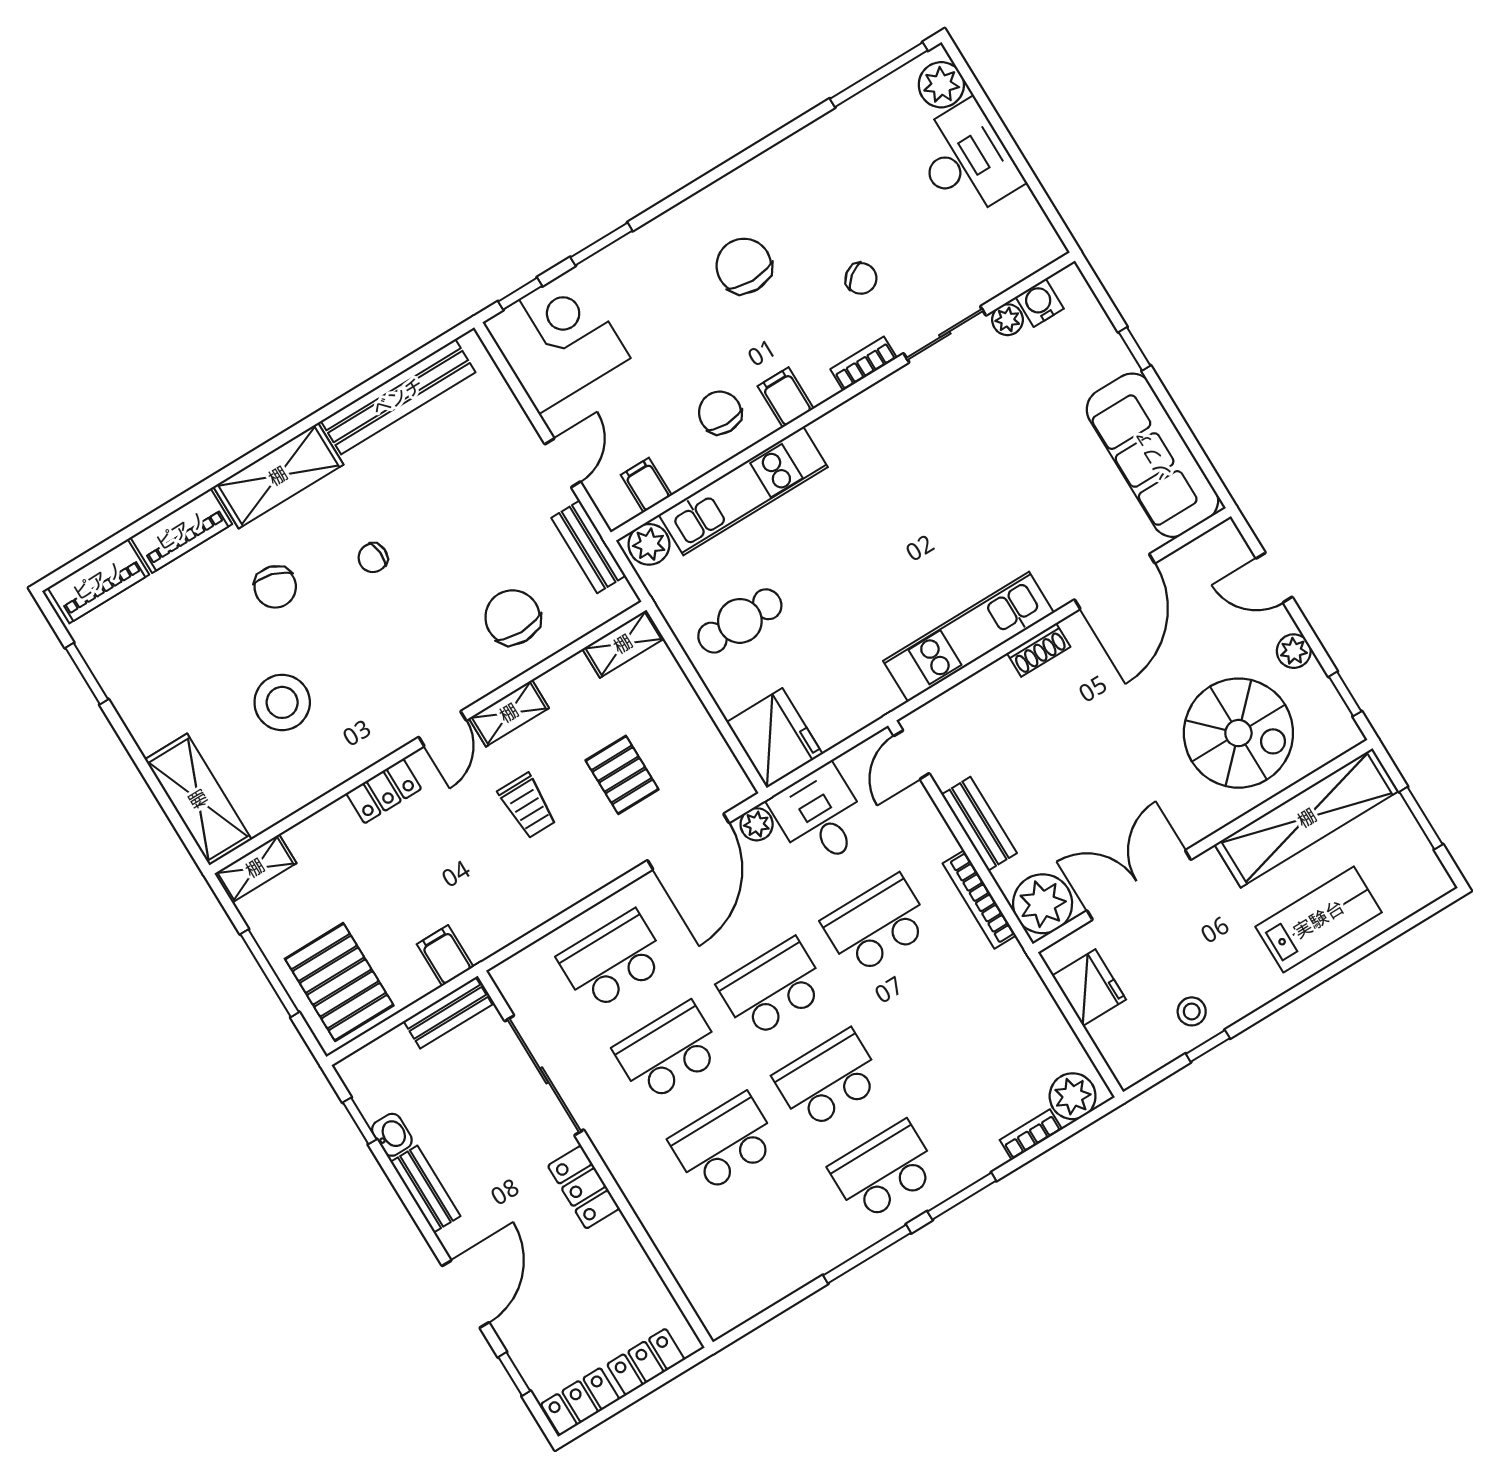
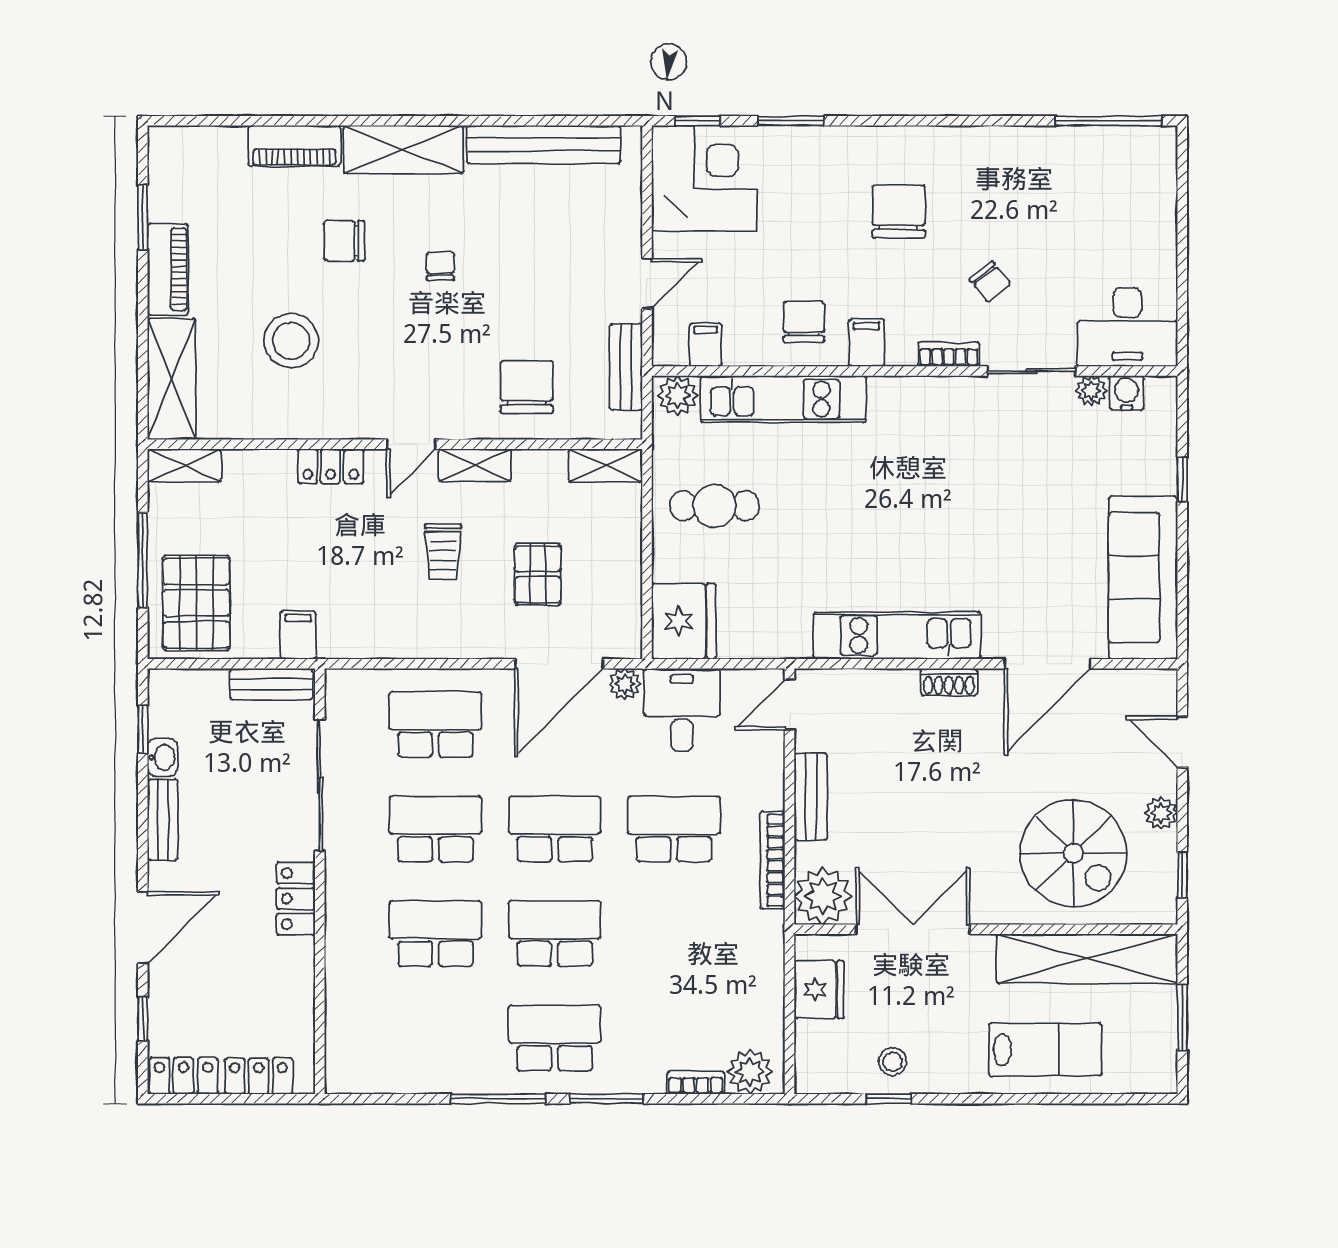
plant: (941, 85) -> (1156, 161), removed
desk: (966, 160) -> (1127, 327), moved, turned 90
chair: (373, 558) -> (440, 266), turned 94
piano: (98, 581) -> (168, 269), moved, turned -90
chair: (275, 587) -> (344, 241), turned 74

